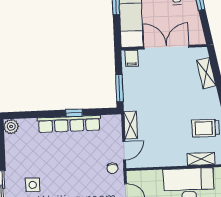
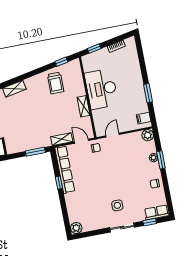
filing cabinet: (132, 58) -> (12, 146), removed
row of seats: (69, 124) -> (65, 170), moved
shelving: (201, 159) -> (84, 106), moved

